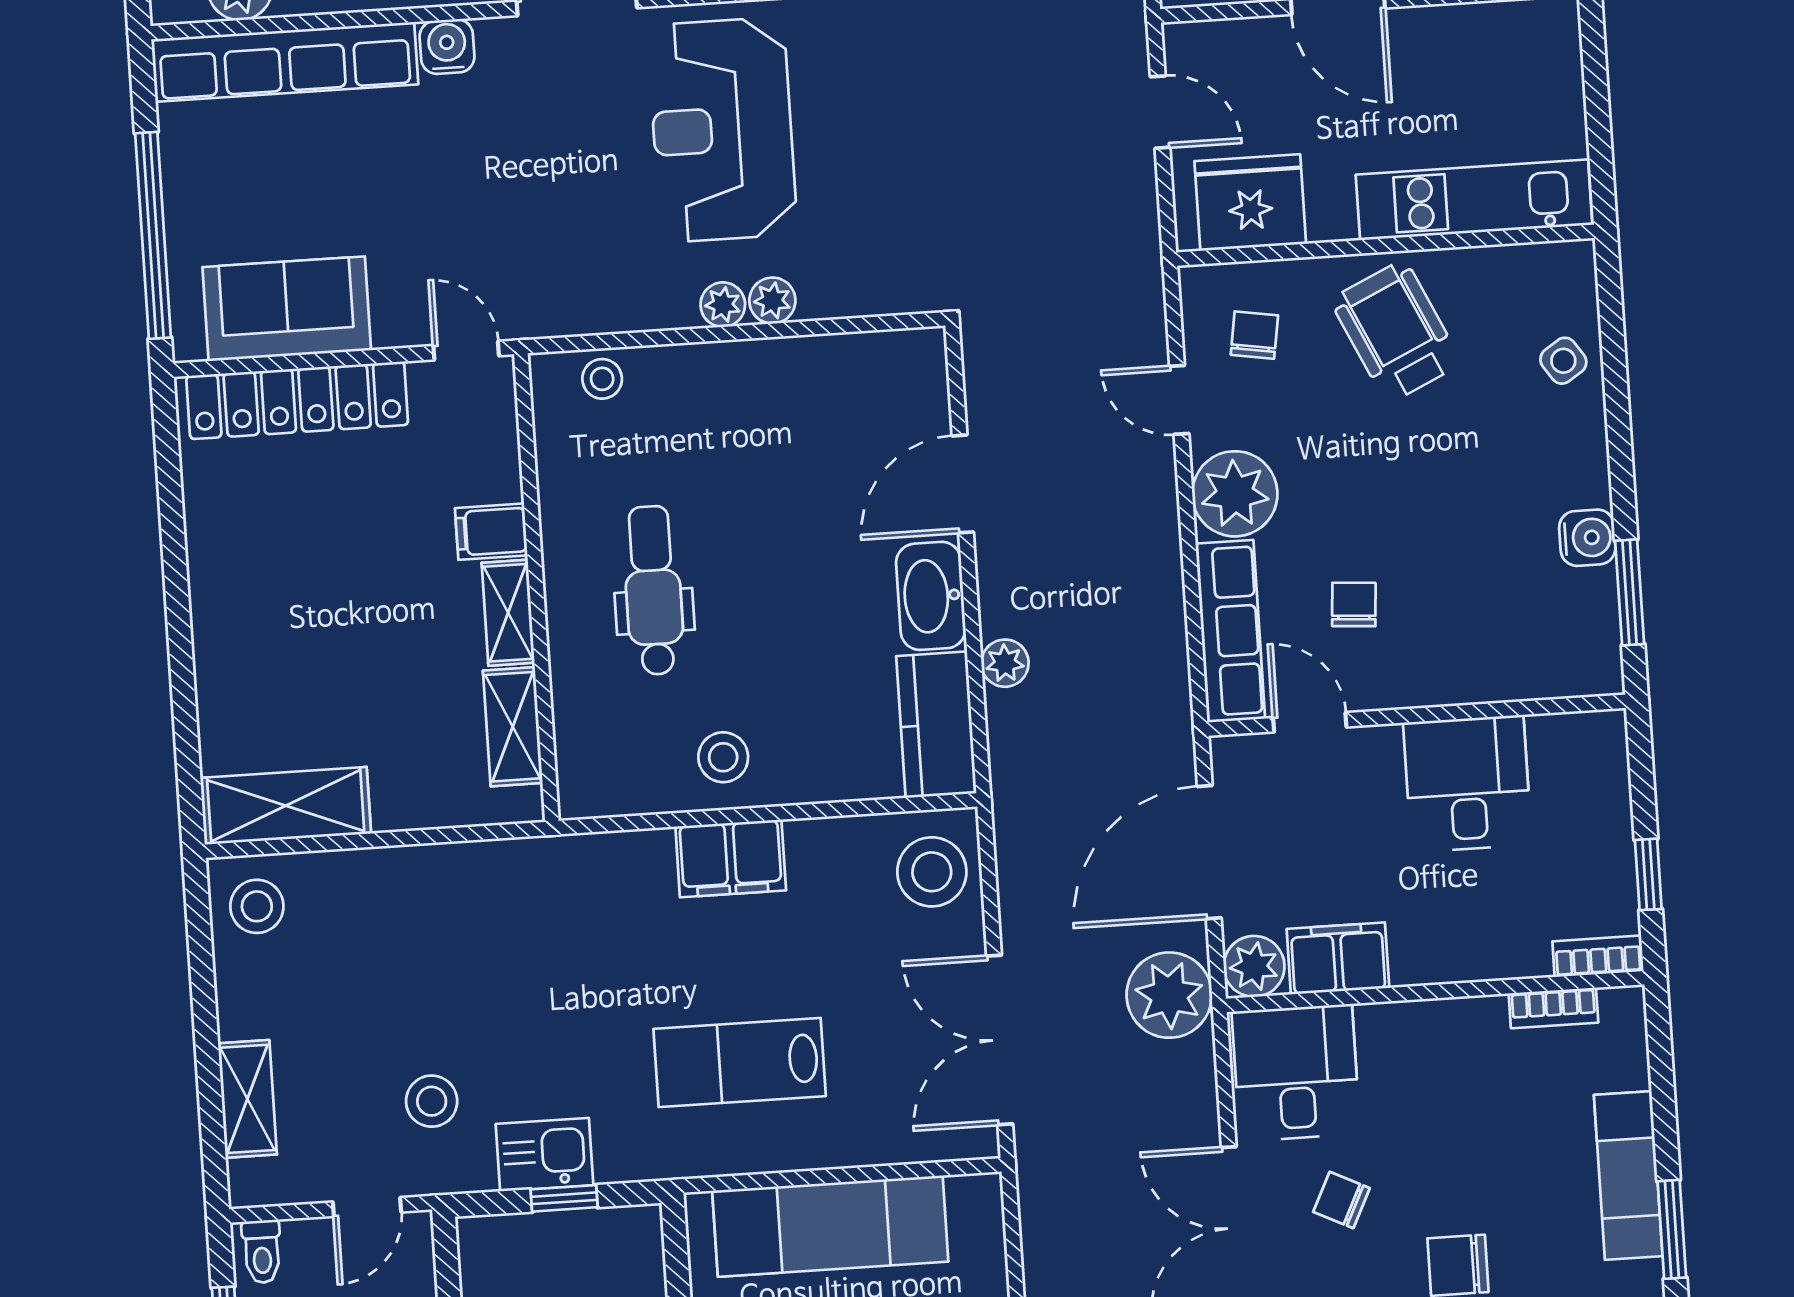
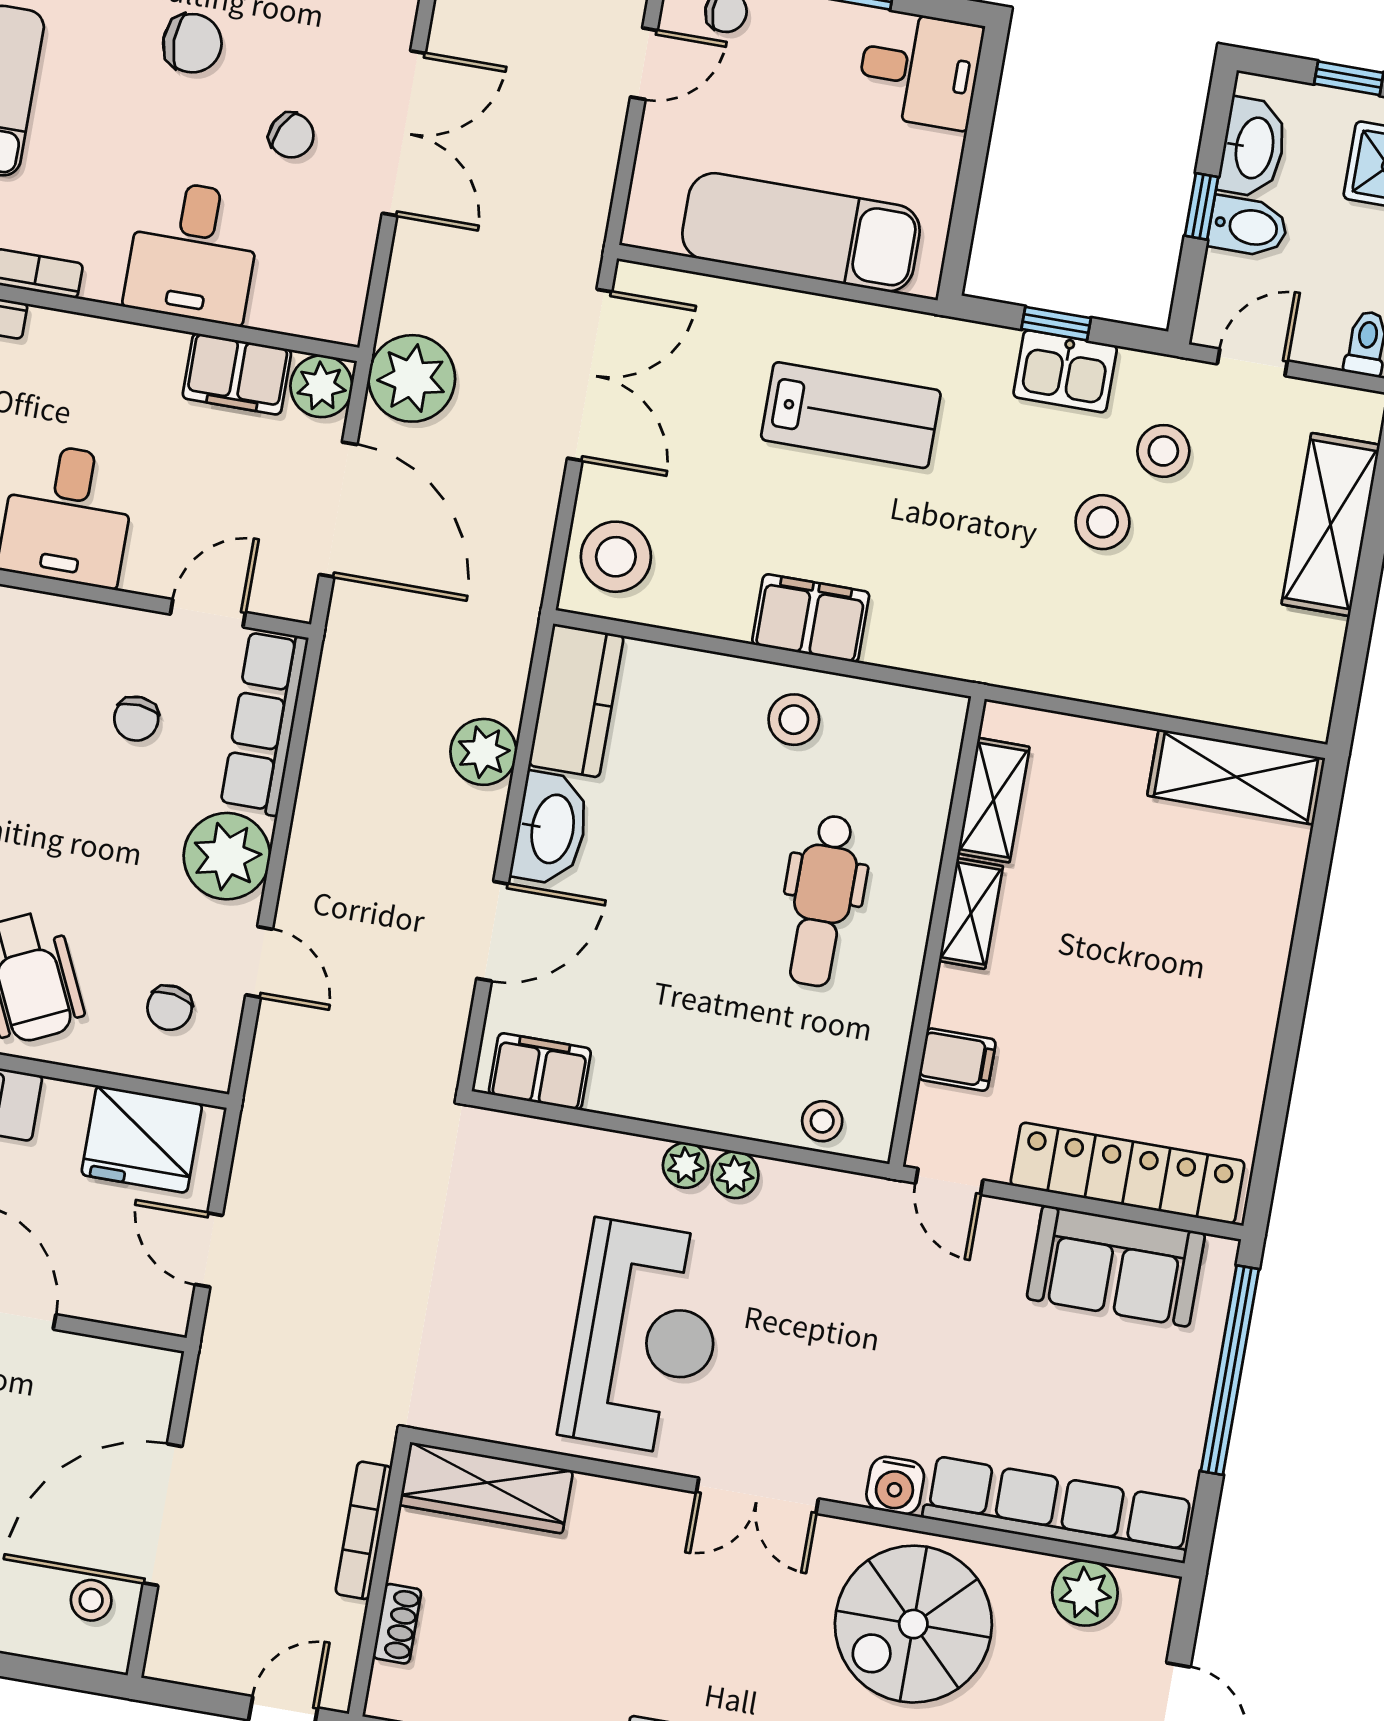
plant: (772, 301) -> (735, 1175), moved
filing cabinet: (884, 361) -> (540, 1071), added
filing cabinet: (491, 532) -> (957, 1060), moved
plant: (1005, 663) -> (483, 752), width x1.38, depth x1.38
door: (1310, 722) -> (208, 613), swing flipped
door: (1209, 852) -> (338, 510), hinge flipped
stool: (257, 906) -> (1102, 522), moved
desk: (1296, 1073) -> (193, 252), moved
shelving: (247, 1099) -> (1331, 525), width x1.50, depth x1.33

